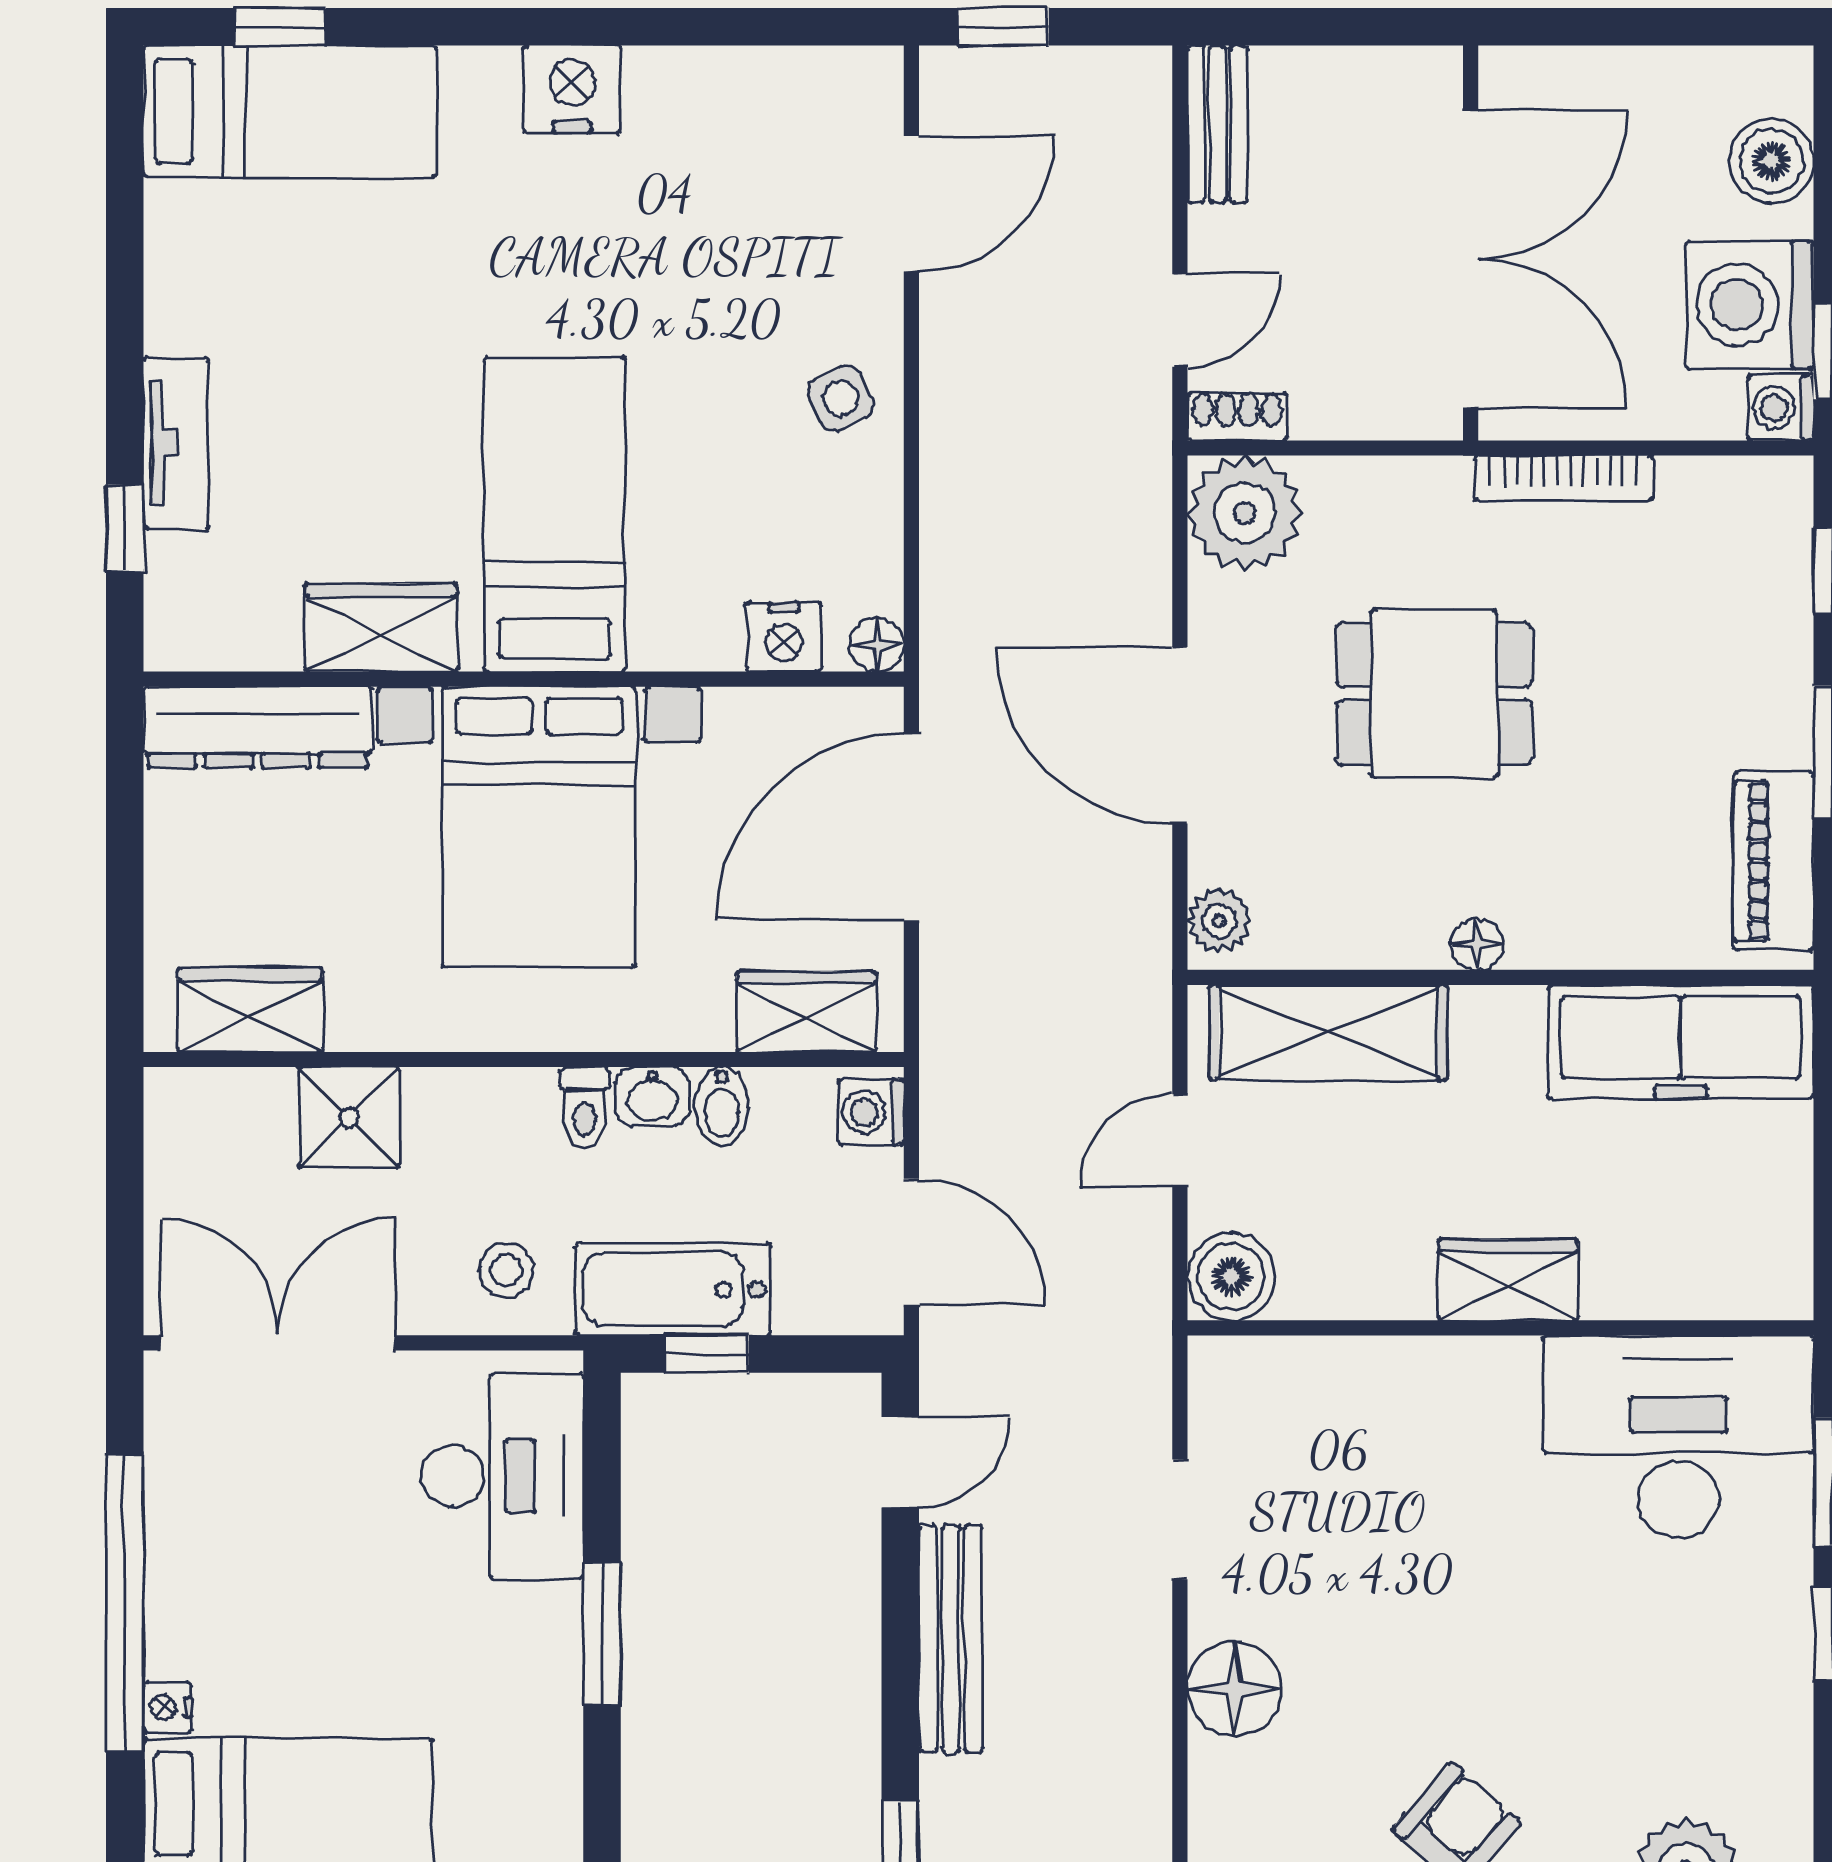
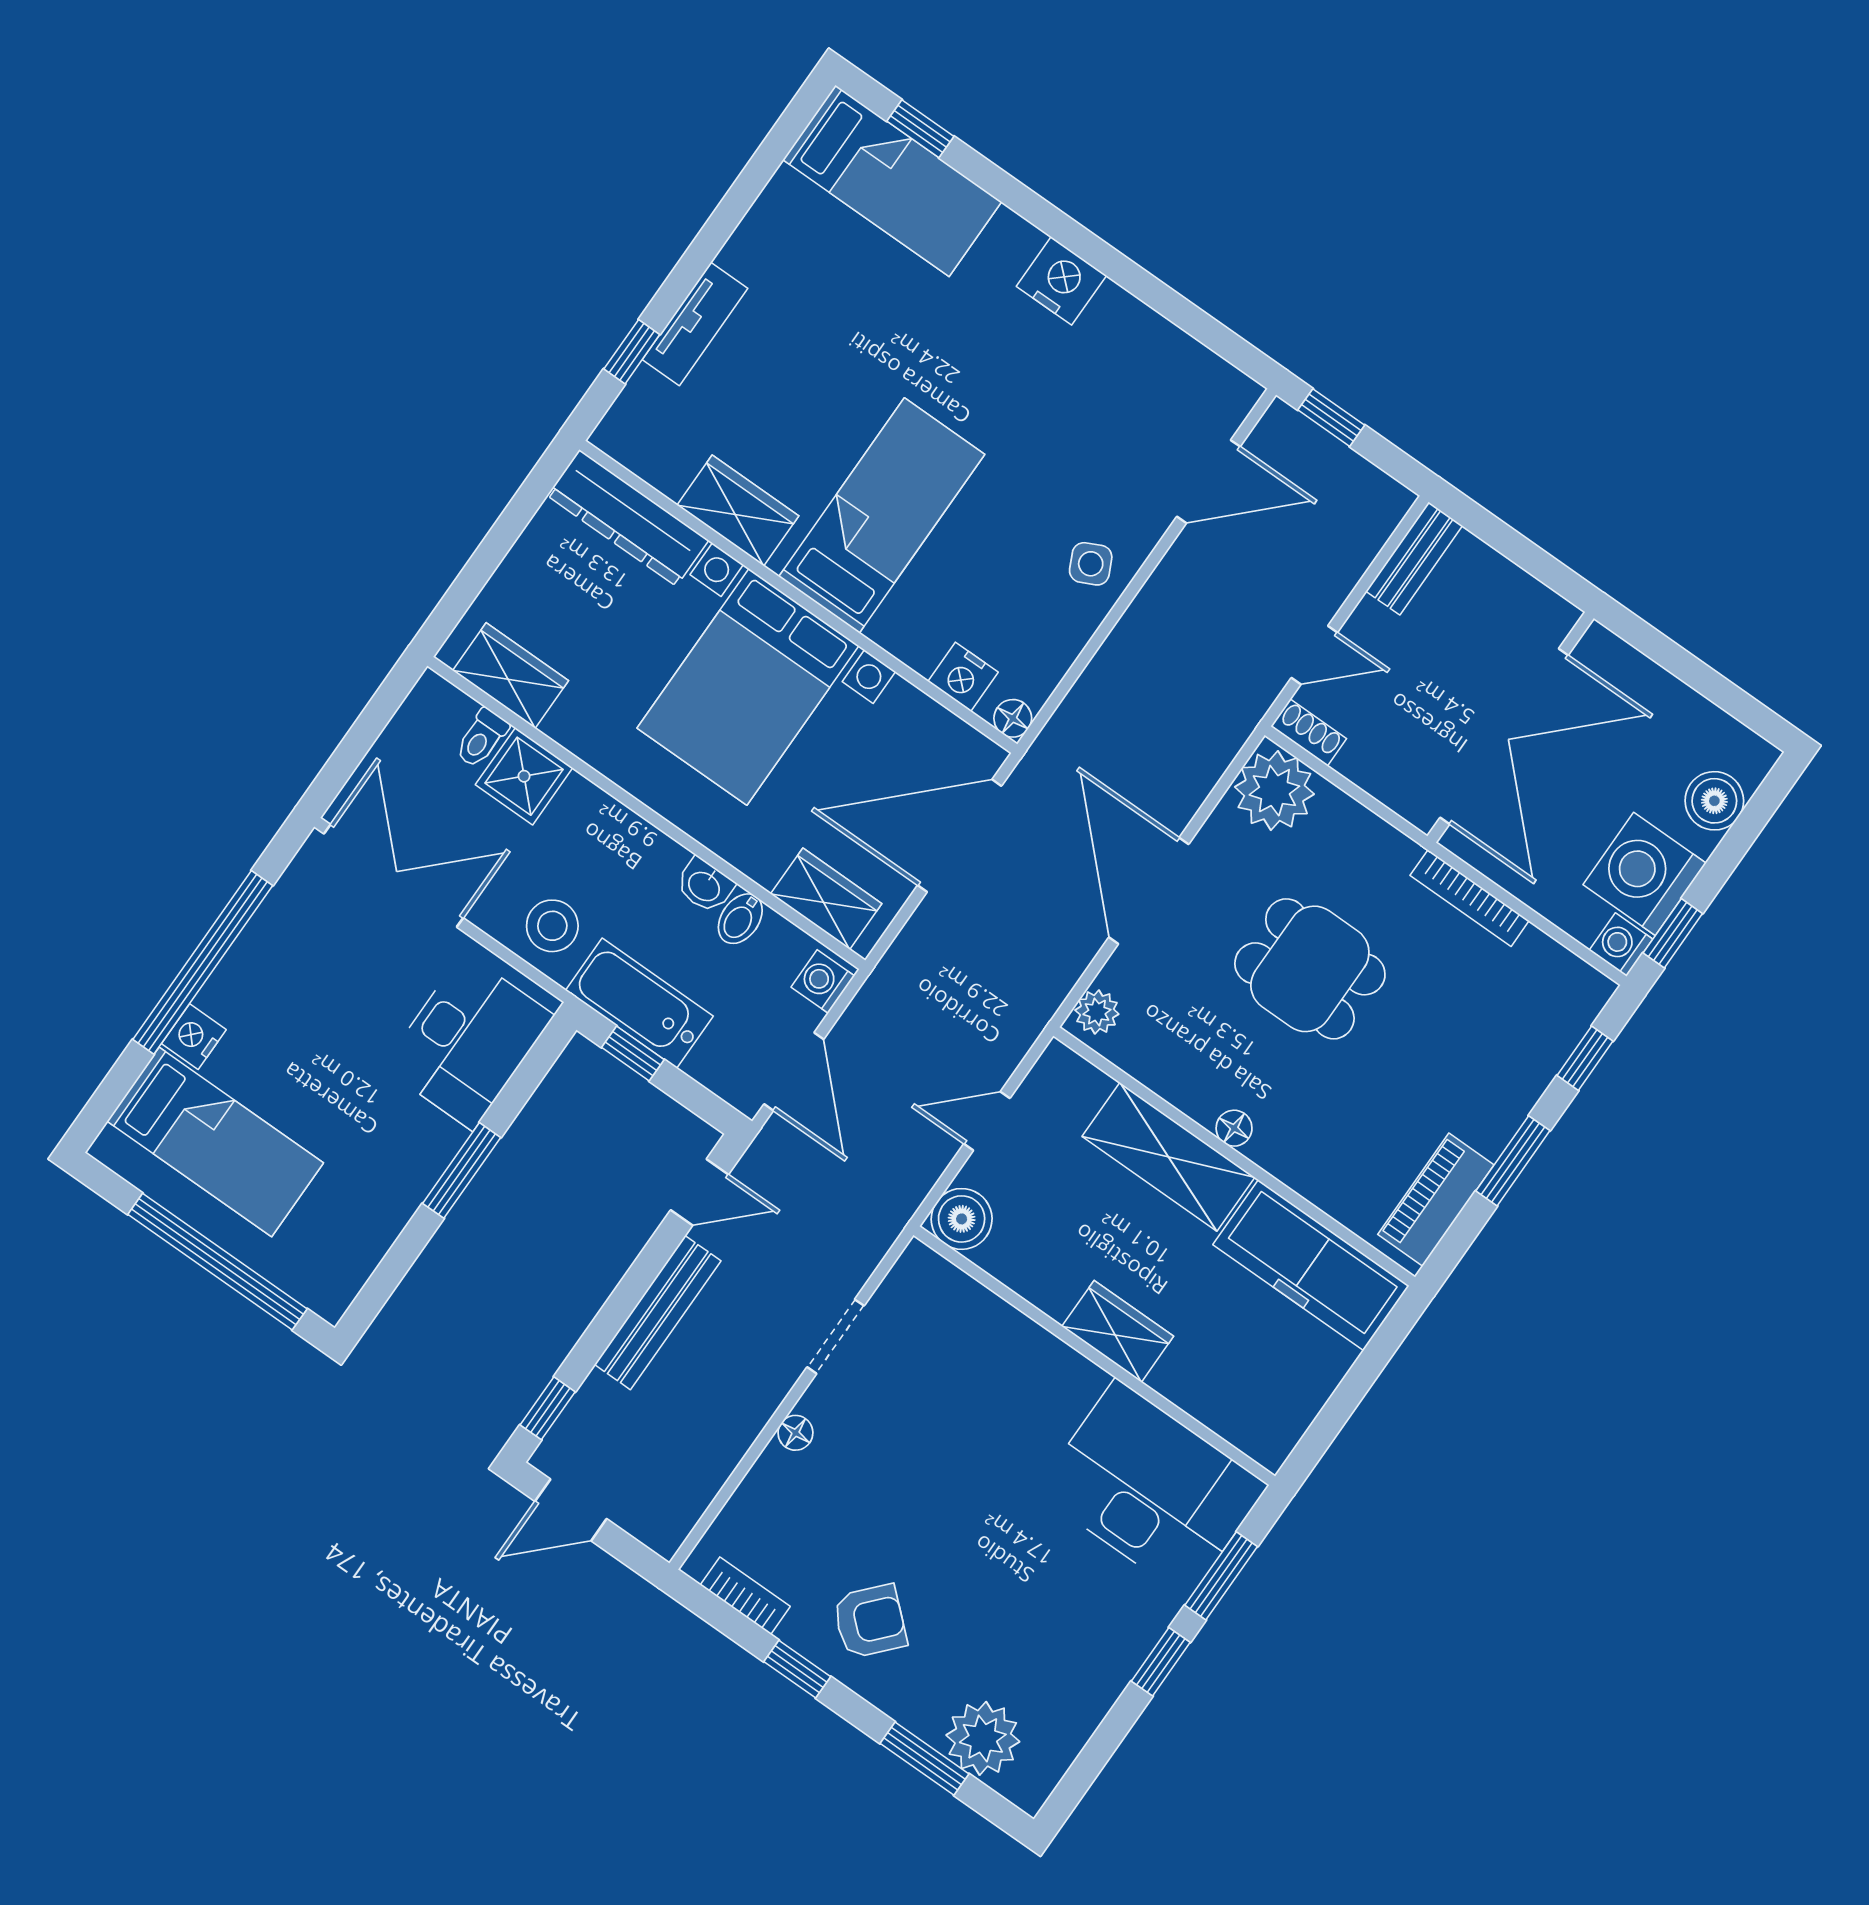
shelving: (1328, 1032) -> (1168, 1157), moved
toilet: (585, 1108) -> (482, 738), moved
stool: (506, 1270) -> (552, 926), width x1.37, depth x1.37
floor lamp: (1235, 1688) -> (795, 1433), width x0.53, depth x0.53
nightstand: (167, 1707) -> (194, 1037), width x1.39, depth x1.35

